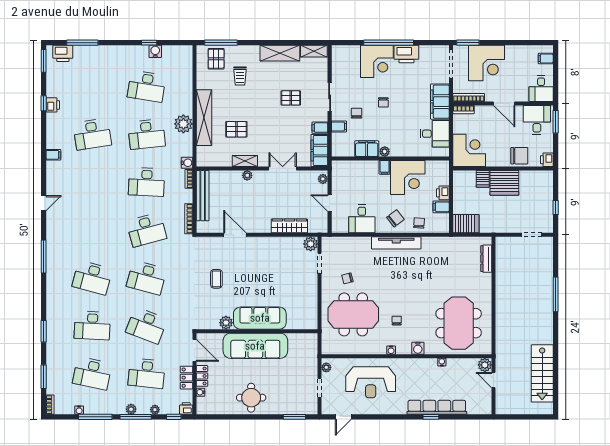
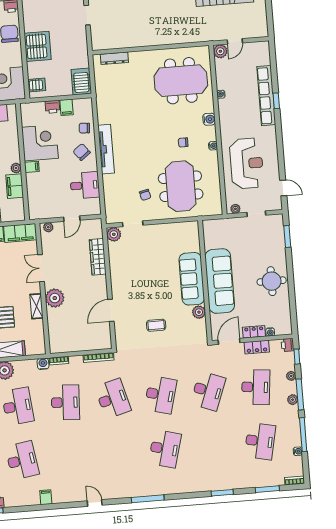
plant: (247, 175) -> (55, 298), width x1.87, depth x1.87
server rack: (483, 179) -> (37, 85), moved
bench: (203, 196) -> (74, 346), removed
desk: (92, 325) -> (212, 445), removed

